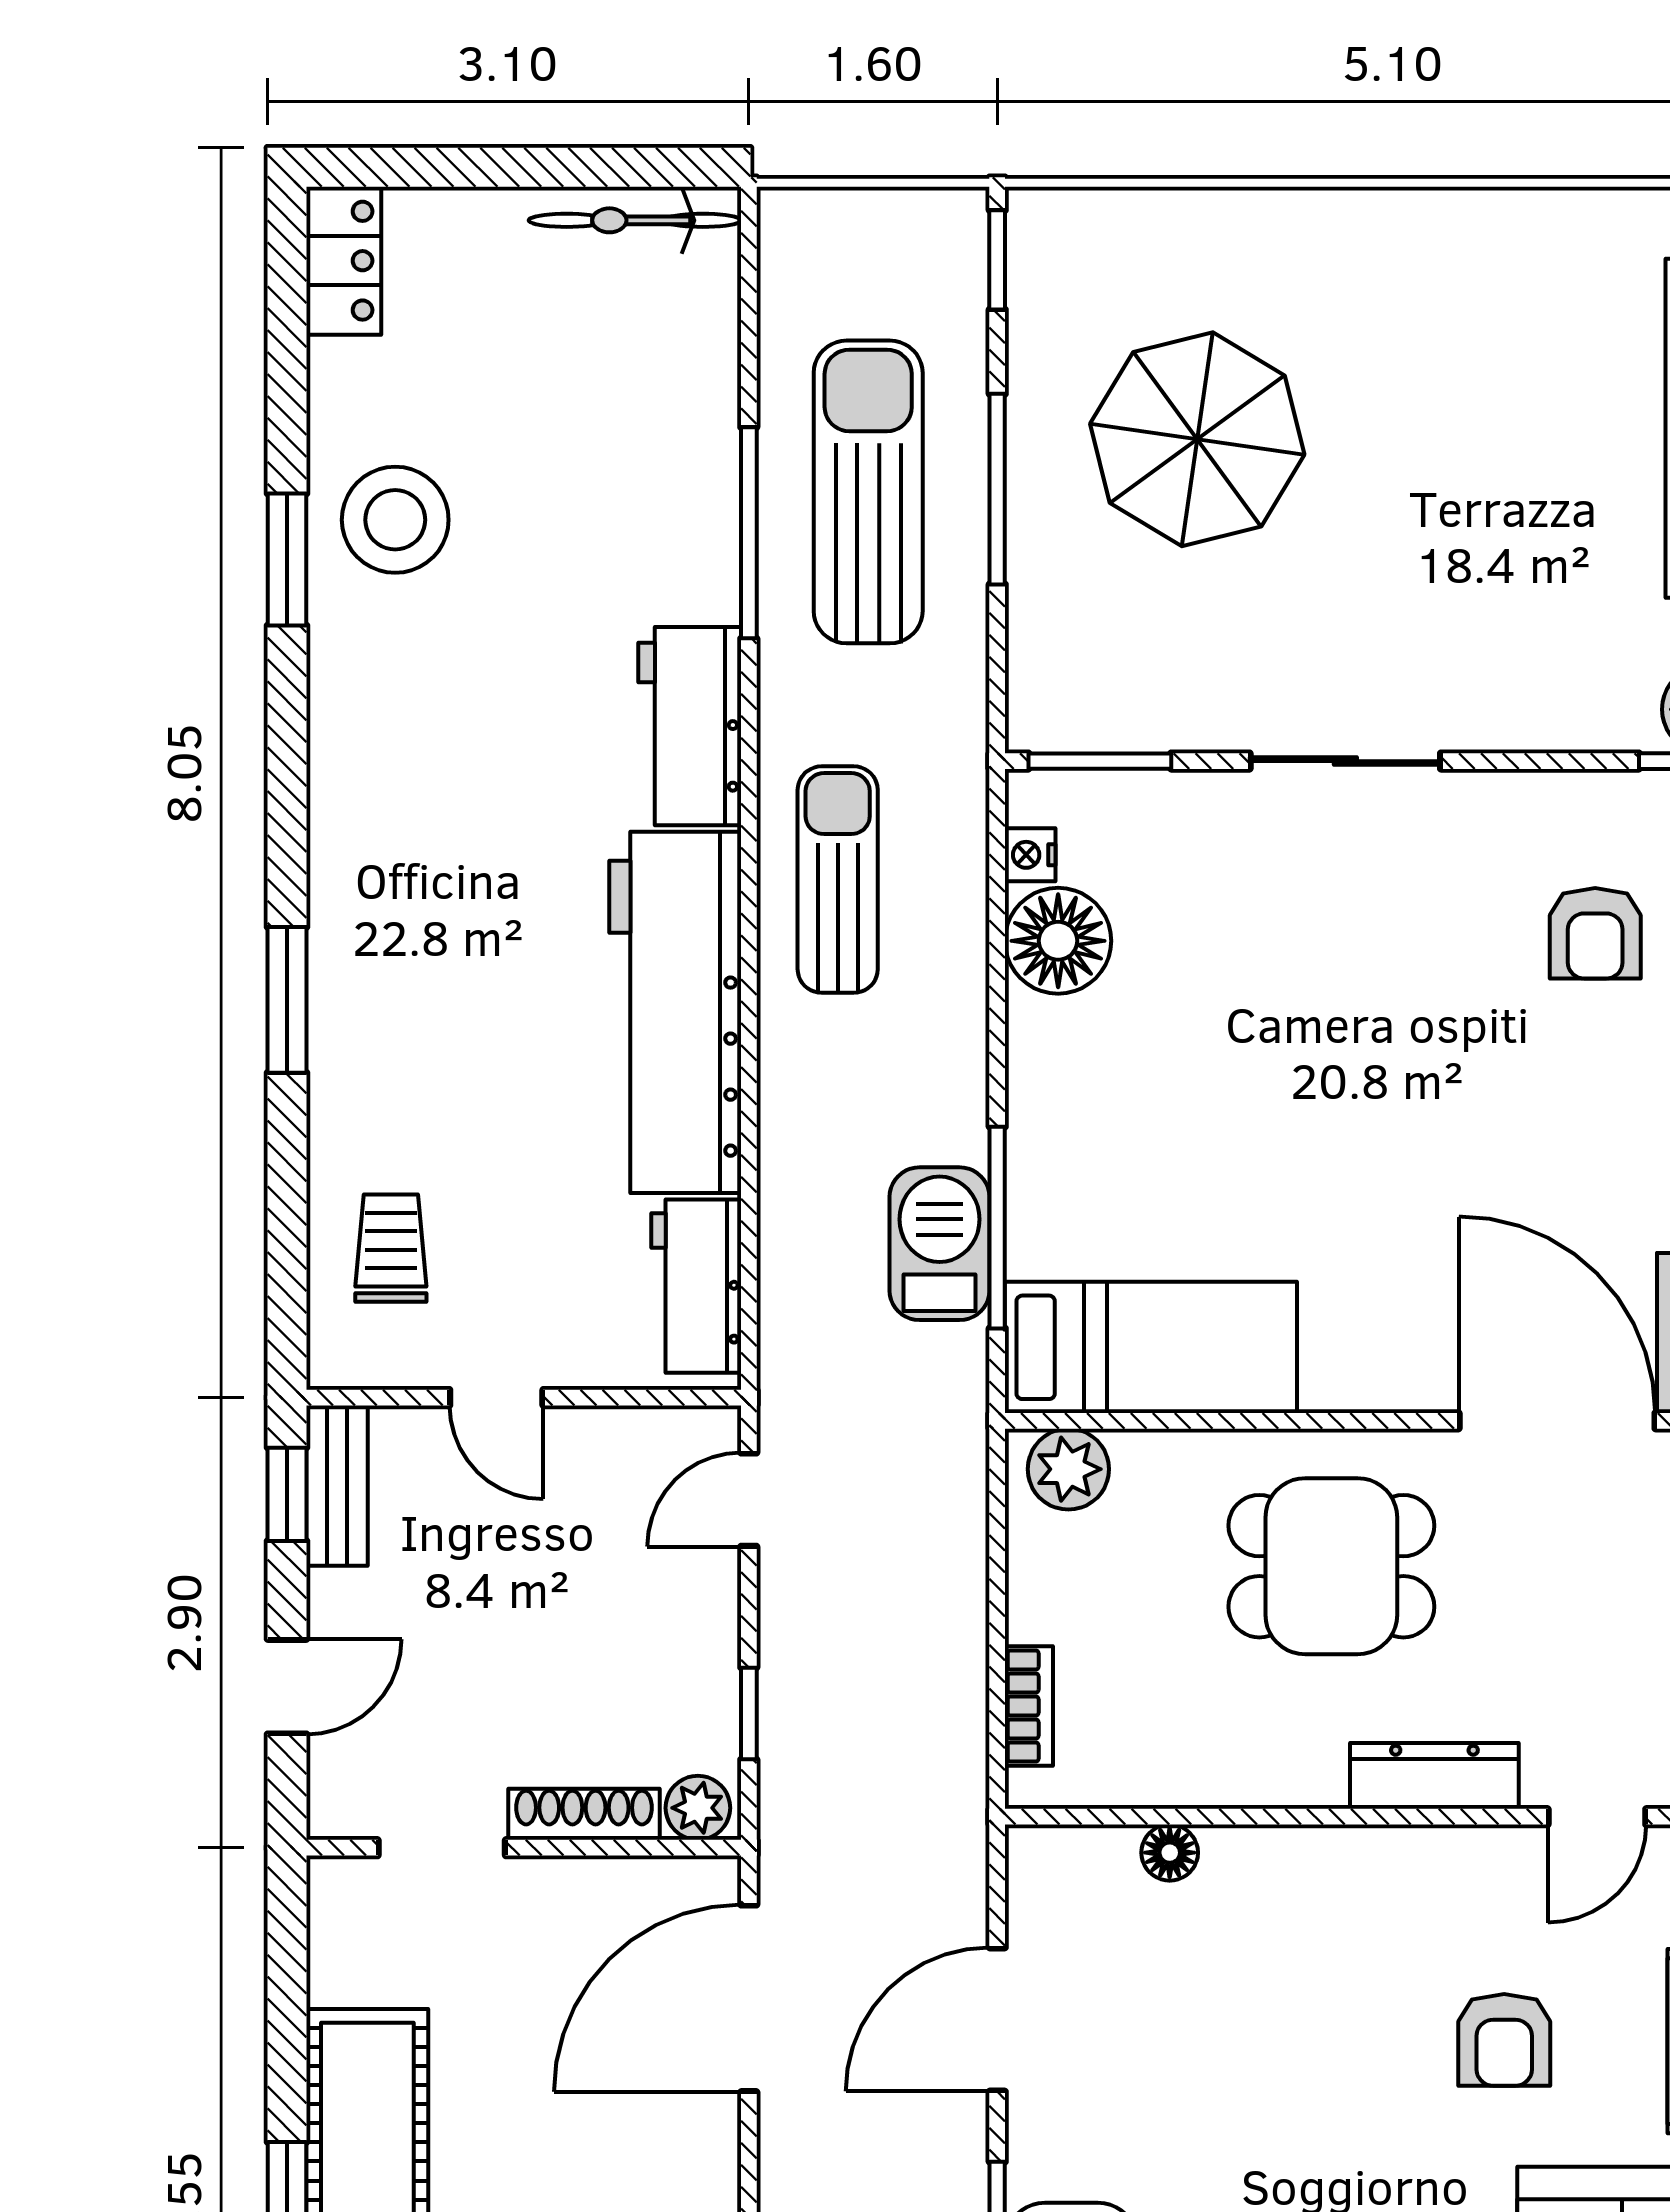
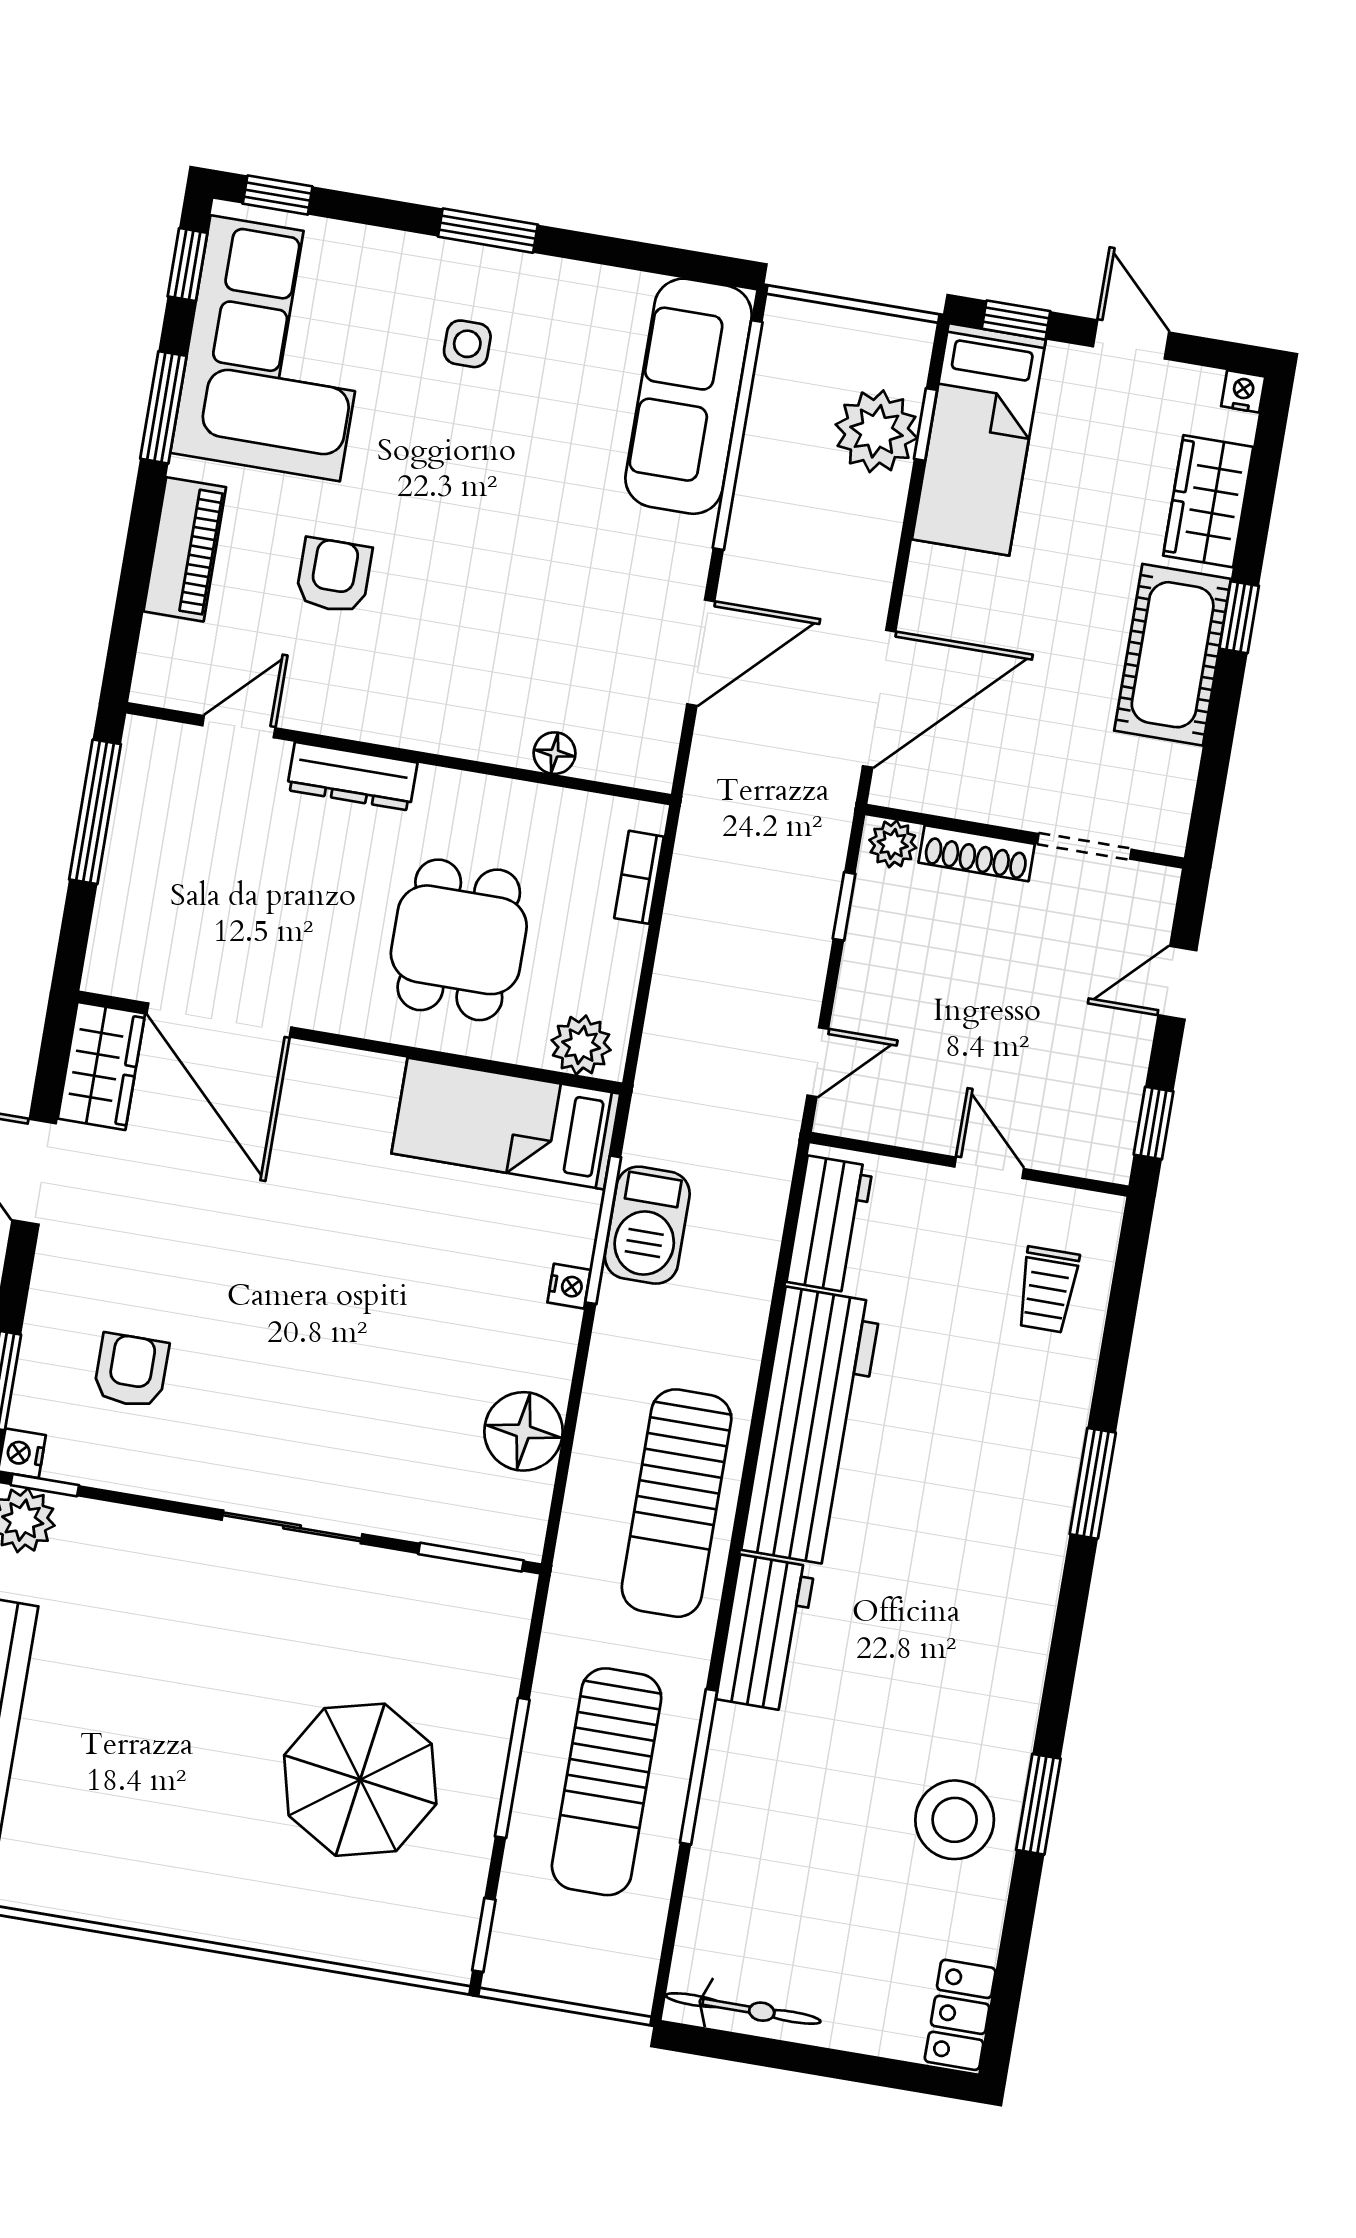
nightstand: (1030, 855) -> (569, 1286), moved
sun lounger: (838, 880) -> (677, 1503), width x1.36, depth x1.34
bench: (337, 1486) -> (1116, 1123), removed
dining table: (1331, 1566) -> (459, 940), moved, turned 90

